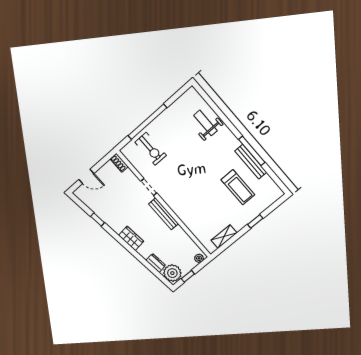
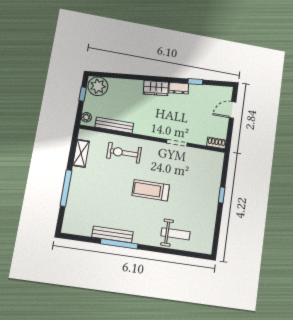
window: (147, 122) -> (222, 195), width x0.32
exercise bike: (151, 149) -> (124, 153), moved
treadmill: (238, 187) -> (151, 190), moved
bench: (164, 214) -> (114, 125), moved
window: (255, 221) -> (66, 188), width x2.17
dresser: (156, 263) -> (179, 88), moved

